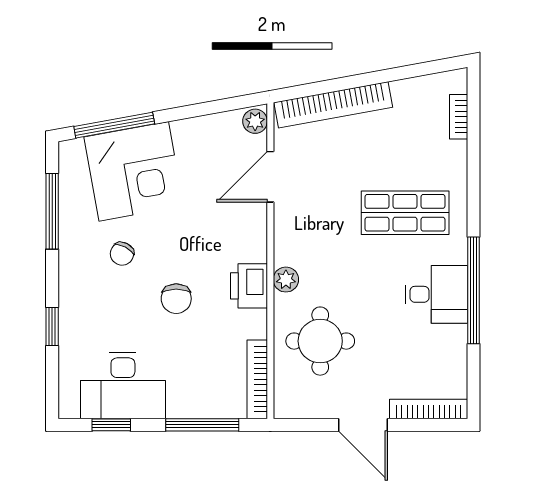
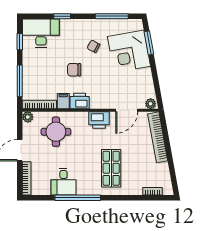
window: (114, 125) -> (149, 43), width x0.69
door: (270, 177) -> (127, 110), swing flipped
printer: (293, 241) -> (99, 120), added
plant: (286, 280) -> (28, 117), moved
desk: (436, 294) -> (63, 182), moved
filing cabinet: (249, 324) -> (63, 101), added
desk: (123, 386) -> (41, 33), moved, turned 90

